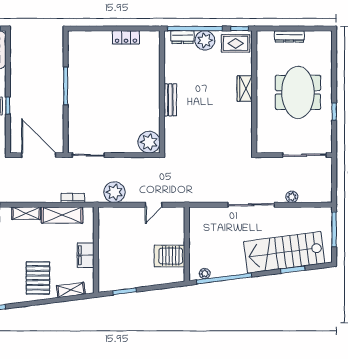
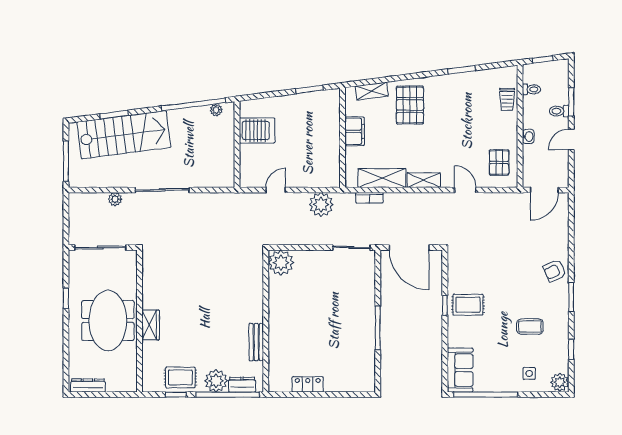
dresser: (289, 36) -> (88, 386), moved
wardrobe: (245, 89) -> (151, 325), moved
wall: (254, 92) -> (139, 321), moved
bench: (170, 100) -> (256, 342), moved

